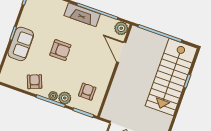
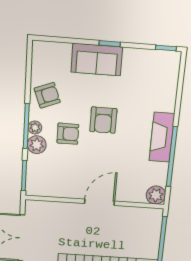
door: (121, 52) -> (100, 202), moved
armchair: (87, 92) -> (68, 134), moved

